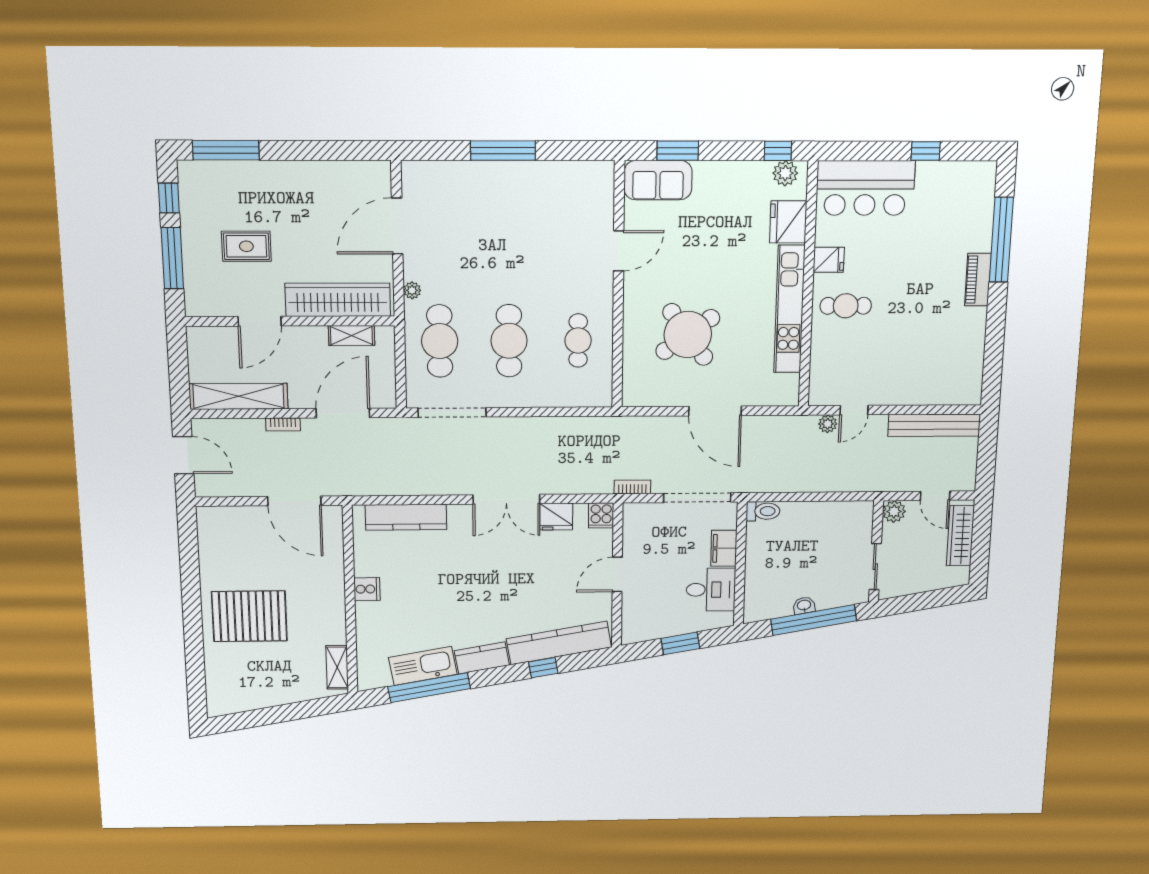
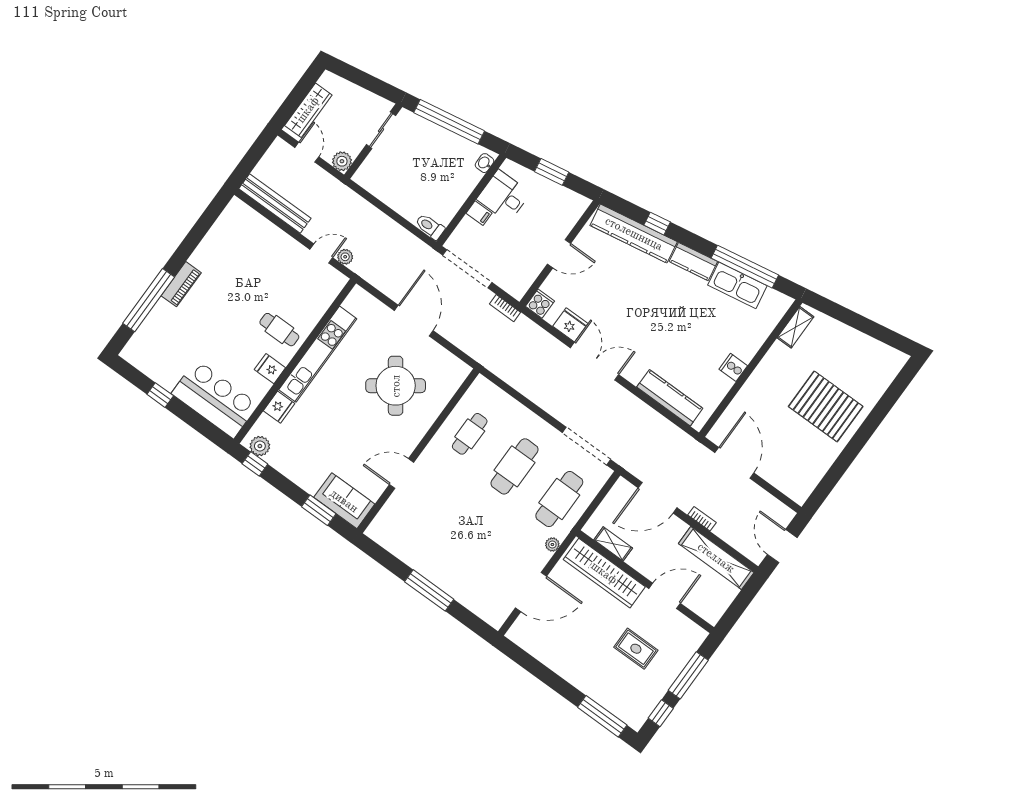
fridge: (788, 222) -> (279, 407), width x0.73, depth x0.75
filing cabinet: (724, 548) -> (479, 213), width x0.50
washbasin: (804, 605) -> (485, 163), moved, turned 100

